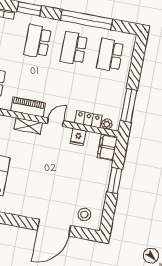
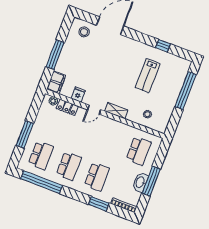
window: (86, 20) -> (41, 182), moved
window: (129, 106) -> (25, 134), moved
piano: (28, 107) -> (114, 126), removed
window: (115, 181) -> (55, 55), width x1.44

